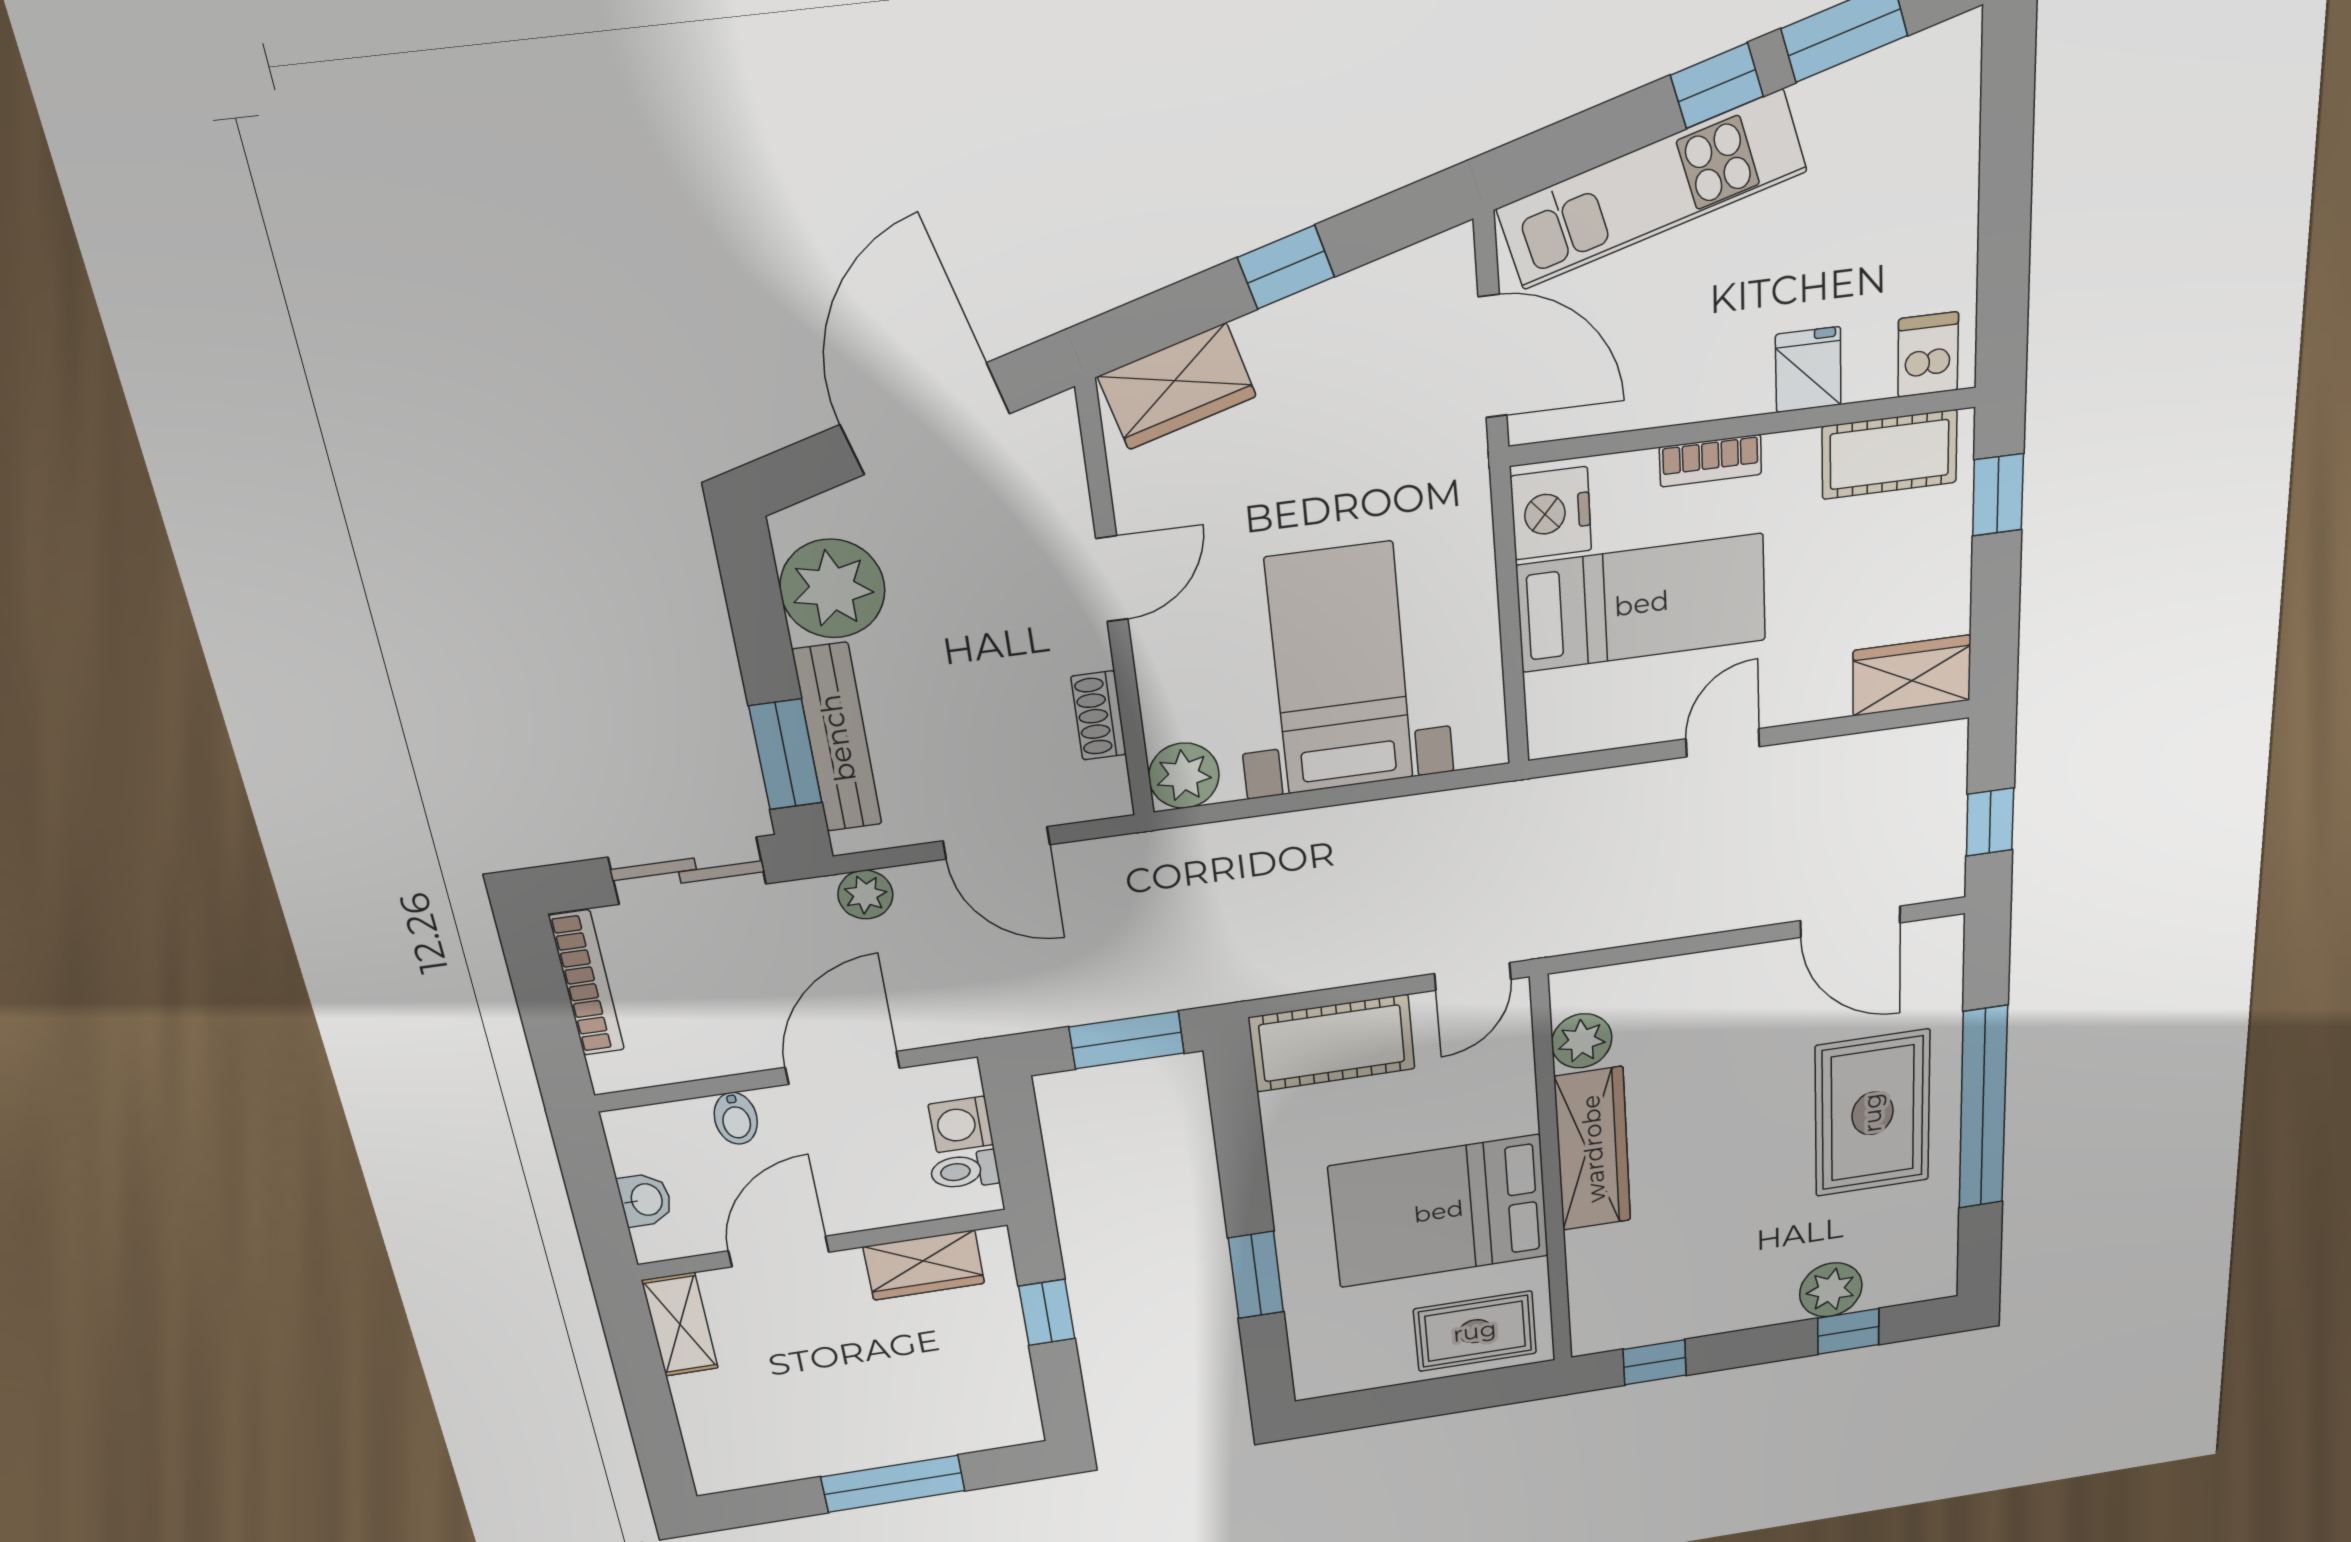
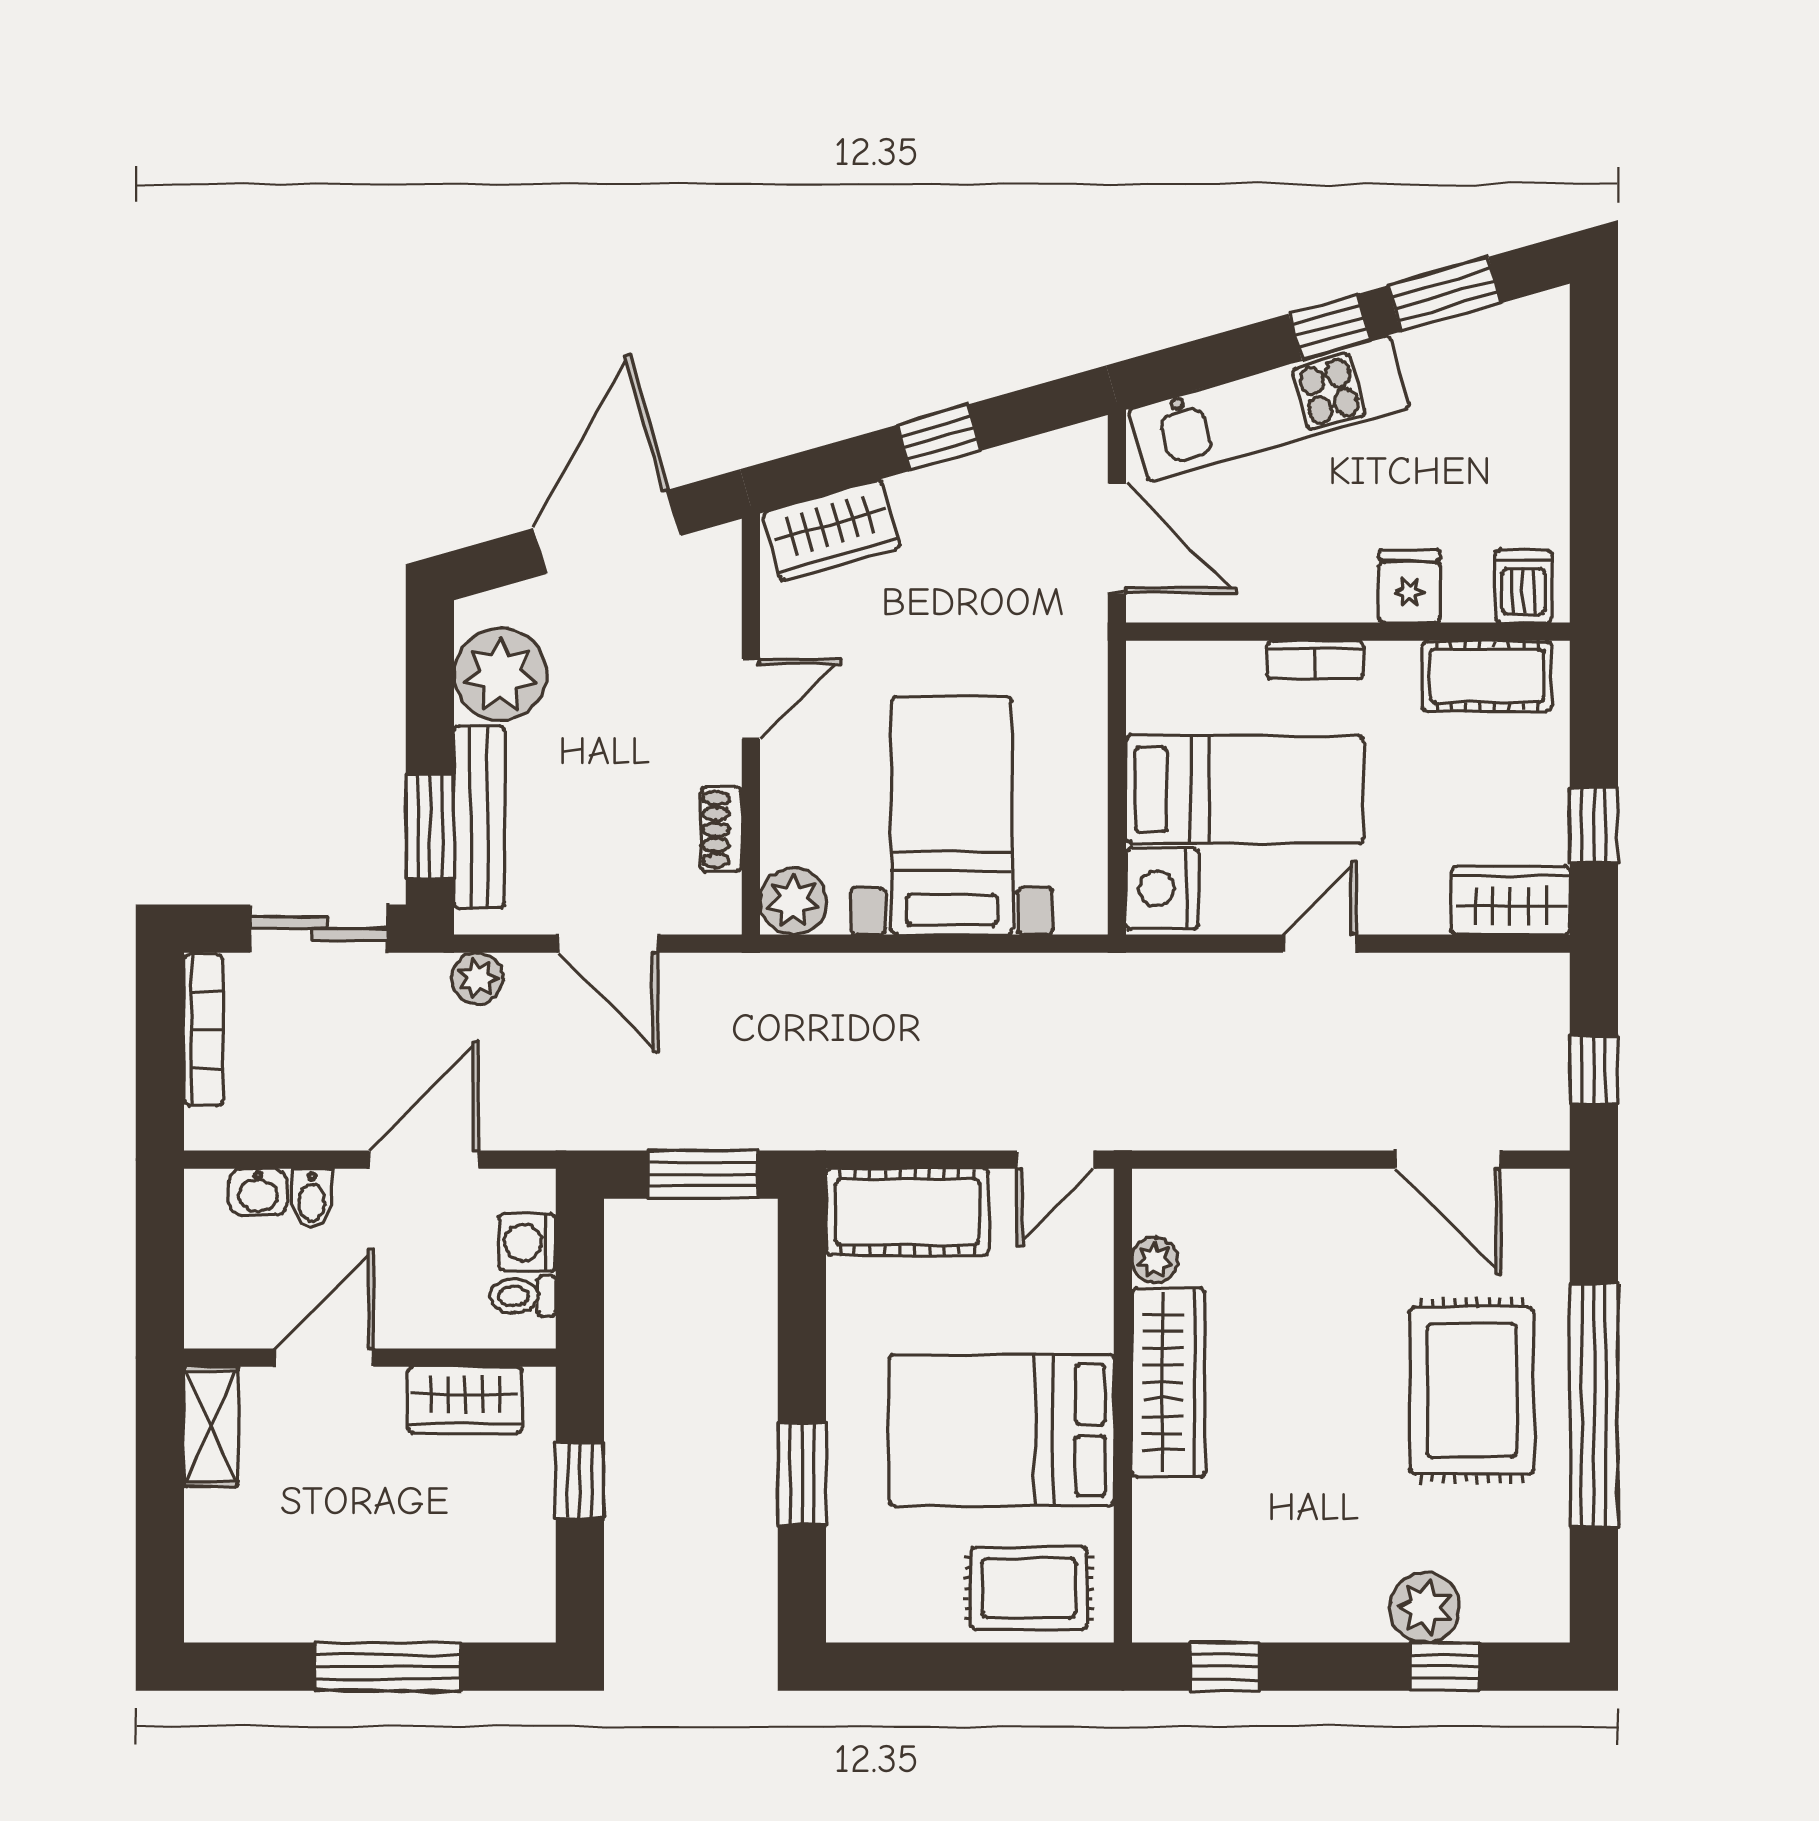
window: (1998, 495) -> (1594, 825), moved
nightstand: (1551, 513) -> (1162, 888), moved
plant: (1582, 1041) -> (1155, 1260), width x0.73, depth x0.73
washbasin: (645, 1200) -> (258, 1192), moved, turned 90

